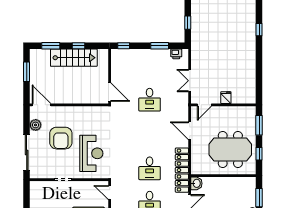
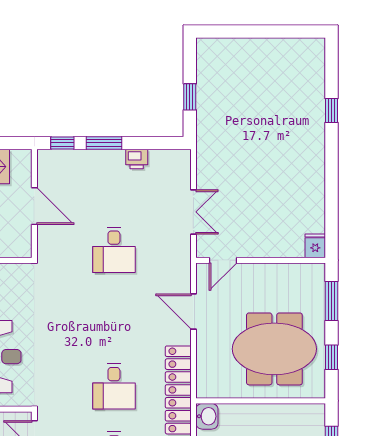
window: (160, 46) -> (104, 143), moved
printer: (176, 54) -> (137, 159), moved
double door: (190, 81) -> (193, 212), swing flipped
door: (110, 92) -> (34, 206), moved
fridge: (226, 98) -> (315, 246), moved

